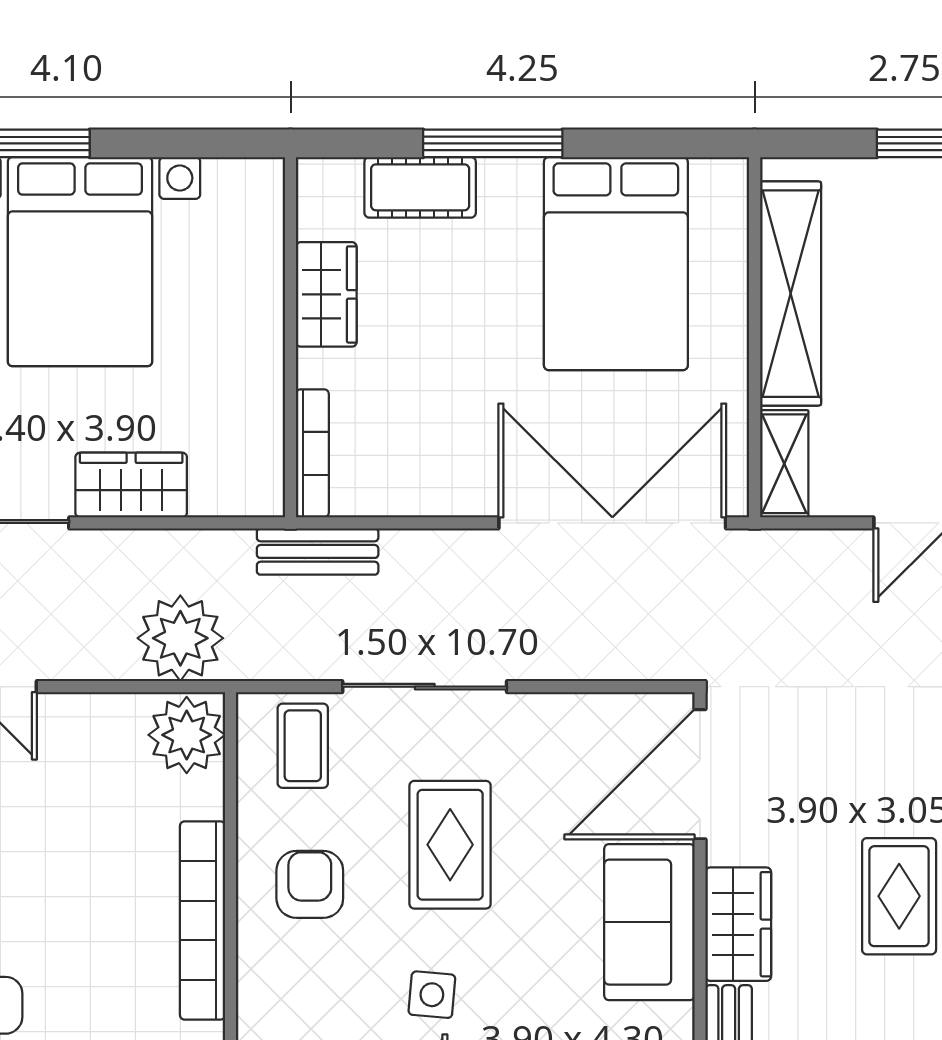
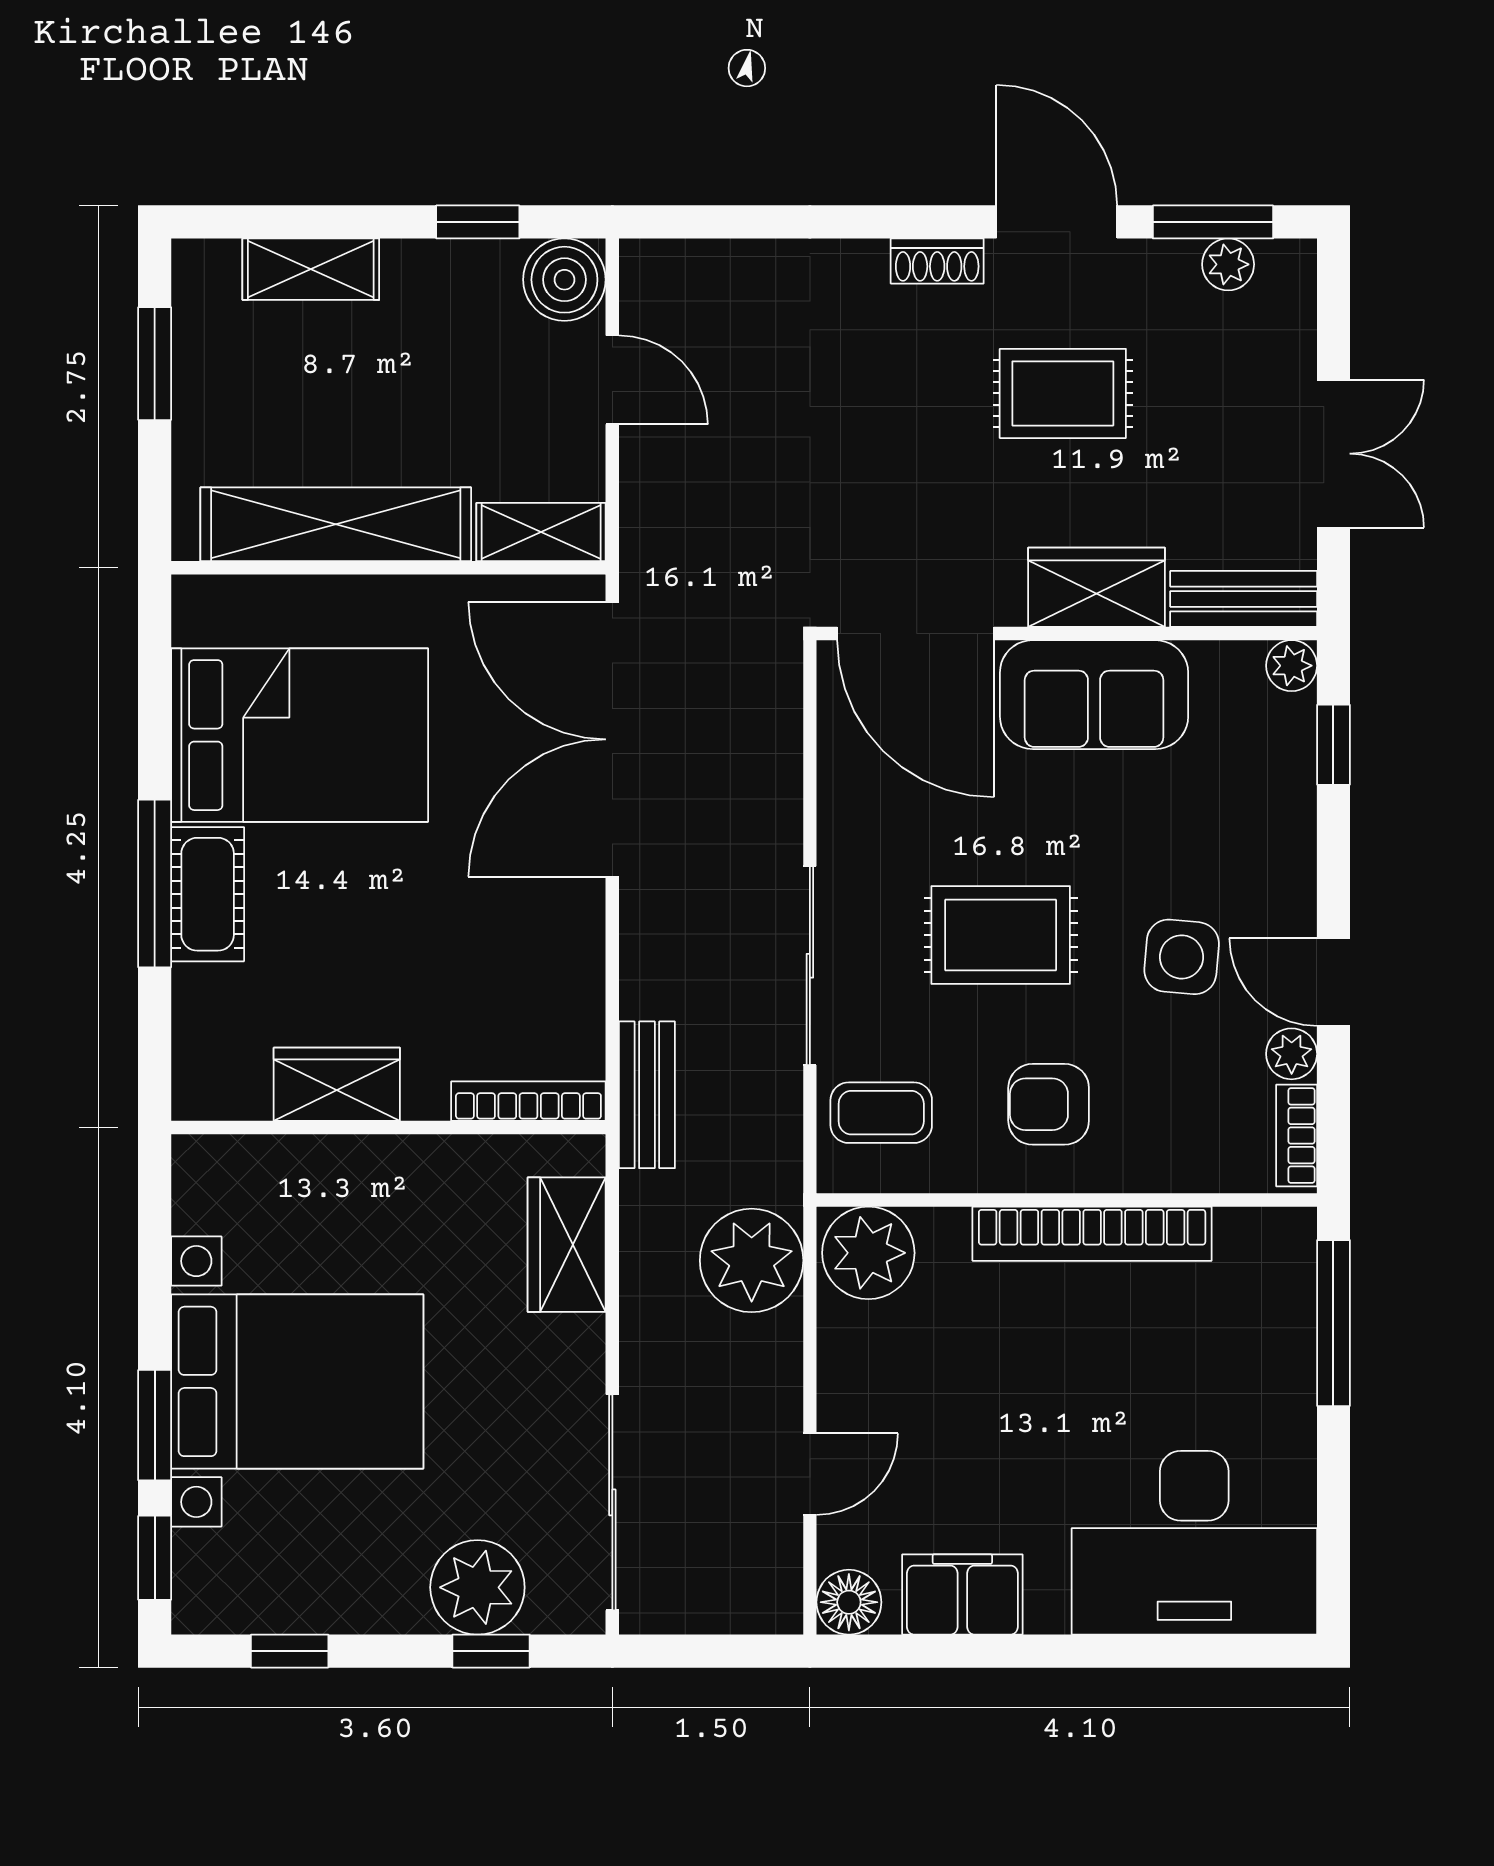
cot: (420, 187) -> (208, 894), moved
wardrobe: (131, 485) -> (567, 1245), moved
side table: (432, 995) -> (1182, 957), width x1.37, depth x1.37

